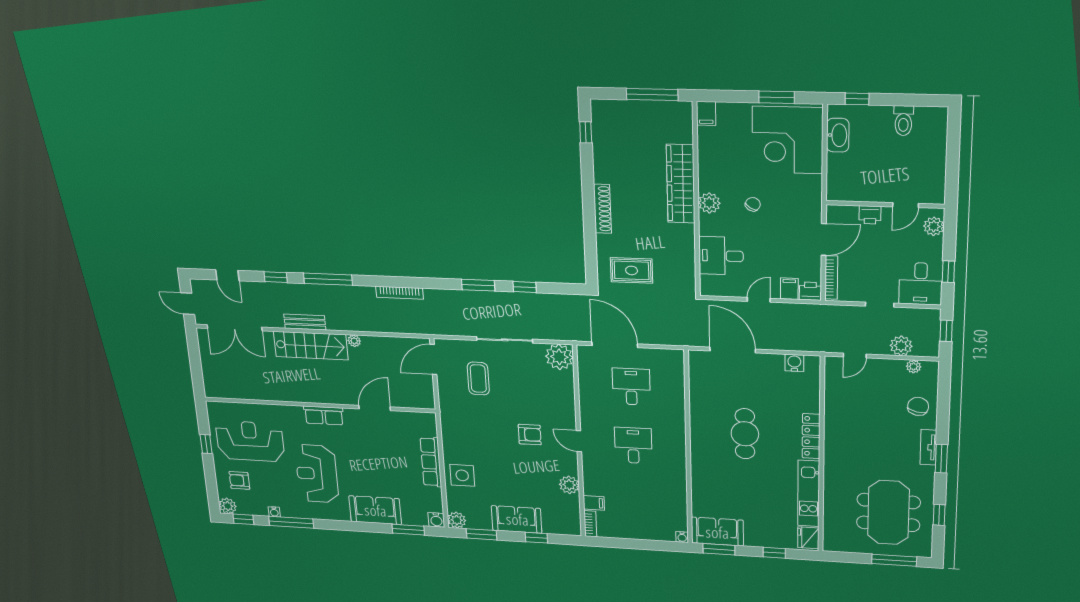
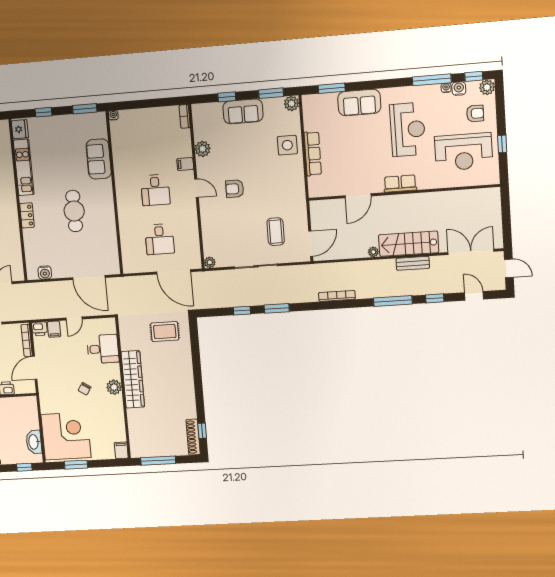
wardrobe: (681, 184) -> (133, 379), moved
shoe rack: (602, 209) -> (193, 437), moved
plant: (559, 357) -> (210, 262), width x0.53, depth x0.53
locker: (811, 436) -> (27, 215), width x0.66
filing cabinet: (594, 503) -> (185, 164), moved
water cooler: (436, 520) -> (459, 89), moved
sofa: (717, 532) -> (99, 159), moved, turned 90

